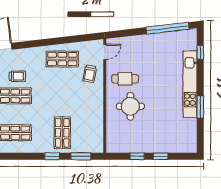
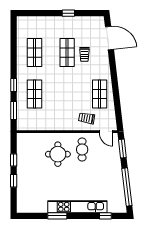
window: (124, 33) -> (122, 149), added
shop shelf: (62, 133) -> (35, 94), turned 90

